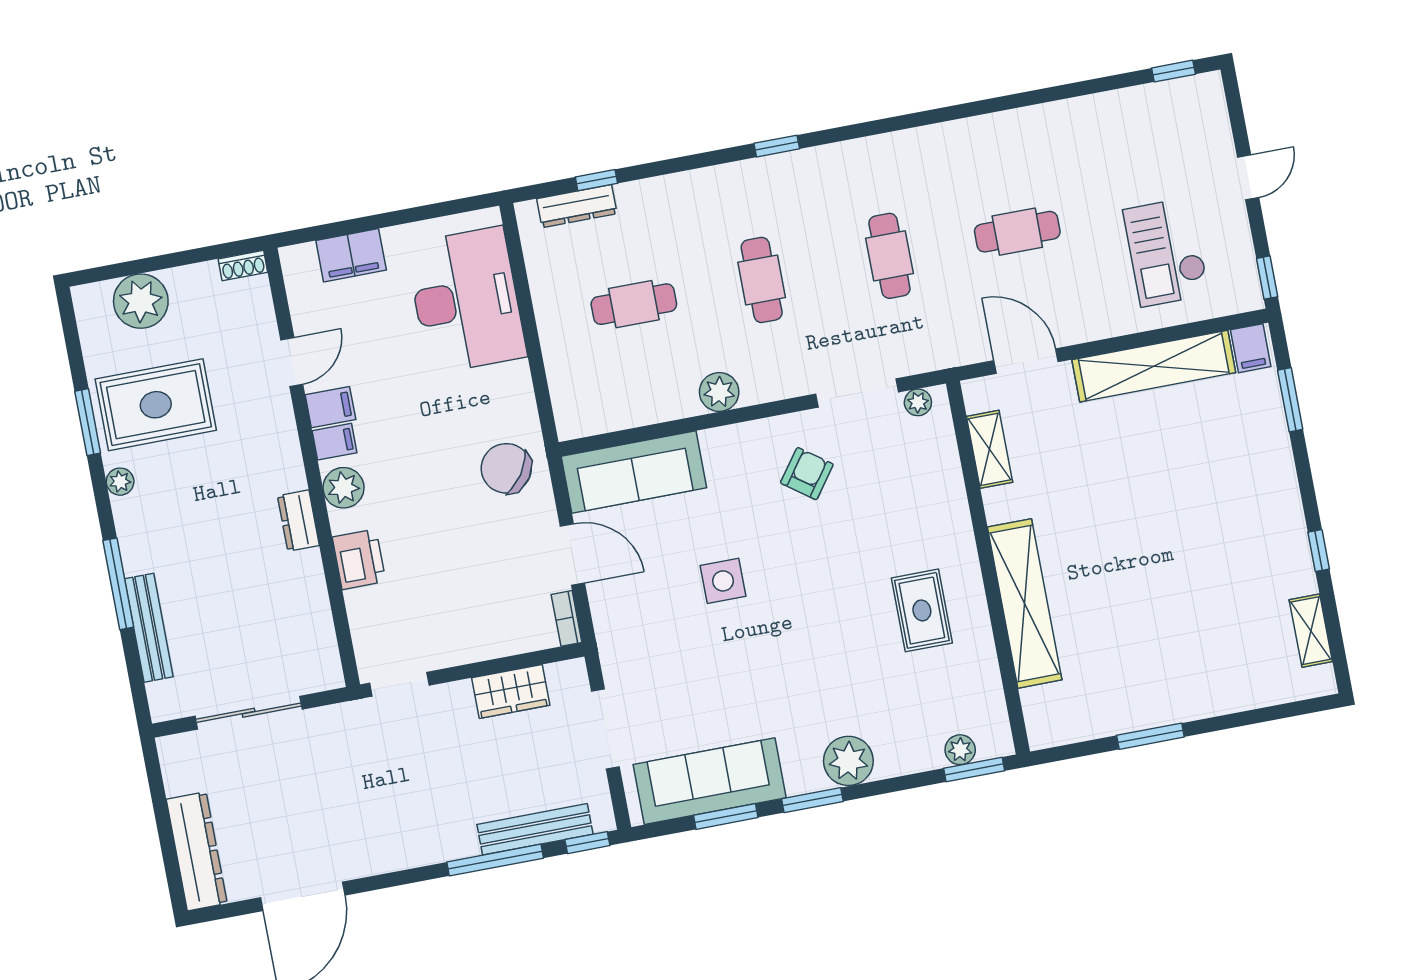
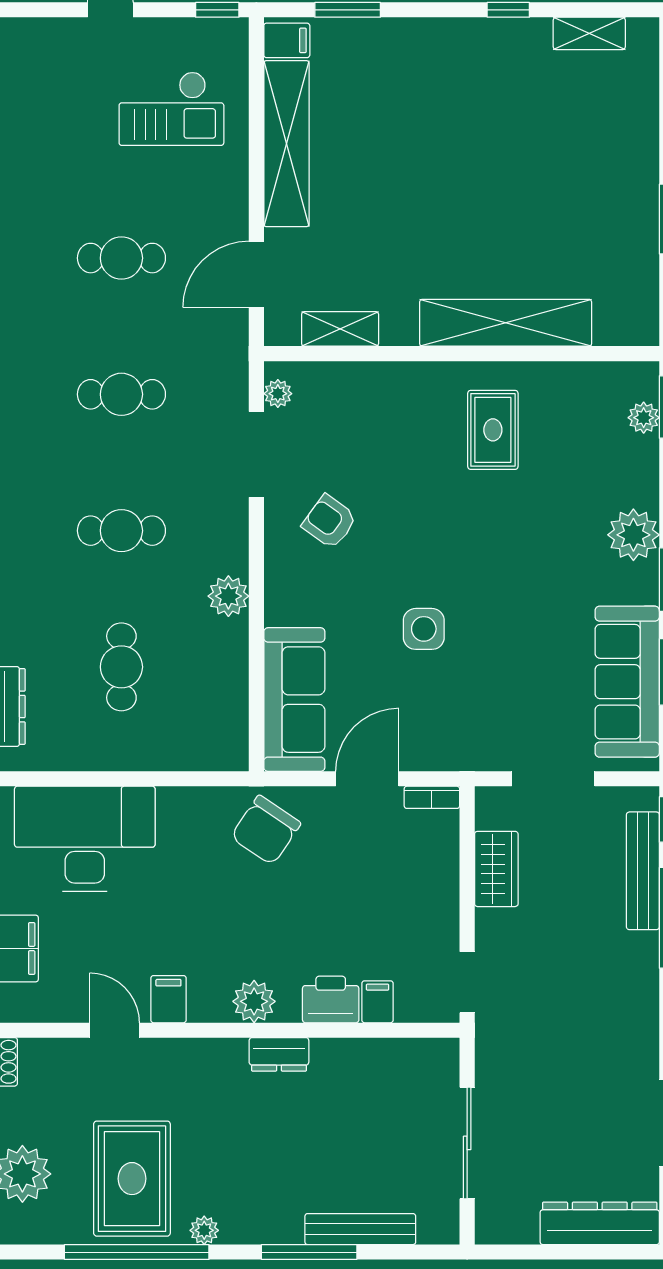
cafe table: (1017, 232) -> (121, 258), turned 90
window: (88, 422) -> (137, 1252), width x2.11
filing cabinet: (334, 442) -> (378, 1002), moved
rug: (922, 610) -> (493, 430), turned 90

